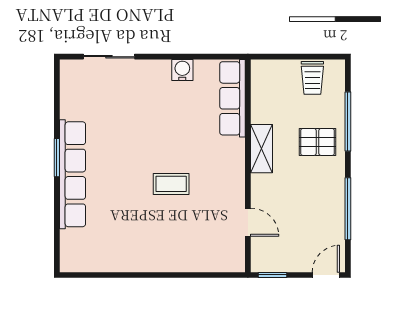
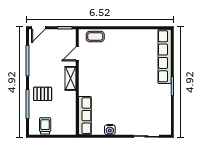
shelving: (261, 149) -> (70, 78), moved
row of seats: (72, 174) -> (165, 56), moved
coffee table: (171, 184) -> (95, 37), moved
door: (248, 222) -> (77, 54), hinge flipped

